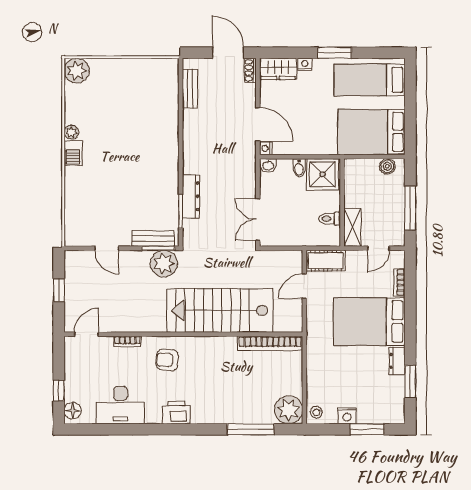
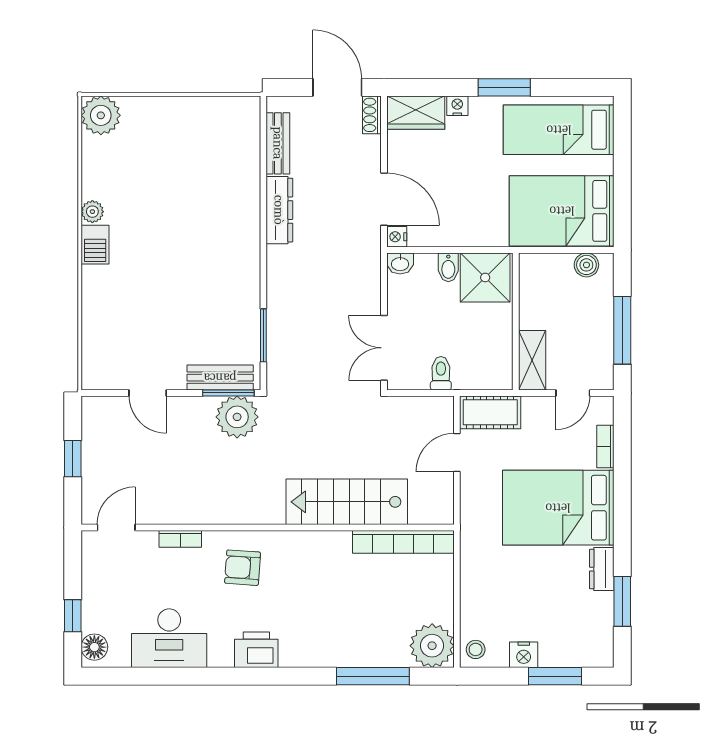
dresser: (191, 196) -> (279, 210), moved
toilet: (330, 219) -> (441, 373), moved, turned 90
stairs: (220, 310) -> (347, 502), width x0.73, depth x0.66

